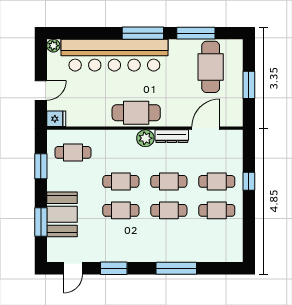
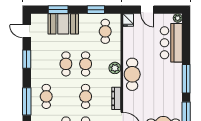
bar counter: (114, 55) -> (171, 43), width x0.54
plant: (145, 138) -> (115, 68), moved
cafe table: (169, 210) -> (46, 96), moved

